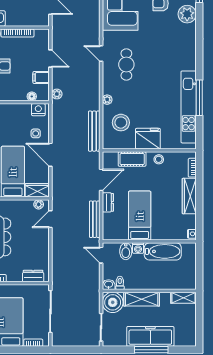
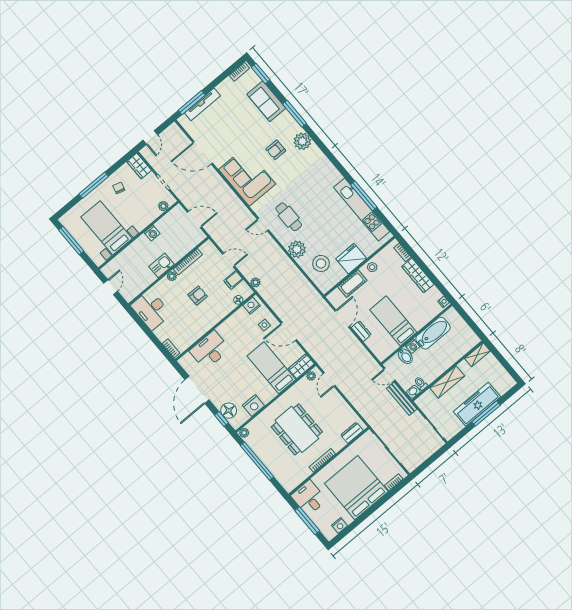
plant: (107, 100) -> (297, 249), width x1.87, depth x1.87
bench: (94, 131) -> (307, 287), removed
bench: (95, 219) -> (402, 399), moved
boiler: (113, 302) -> (428, 402), removed

